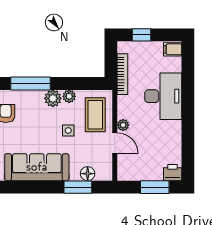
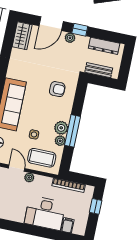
filing cabinet: (173, 49) -> (68, 225), moved
window: (30, 84) -> (72, 131), moved
door: (115, 143) -> (17, 168), swing flipped

